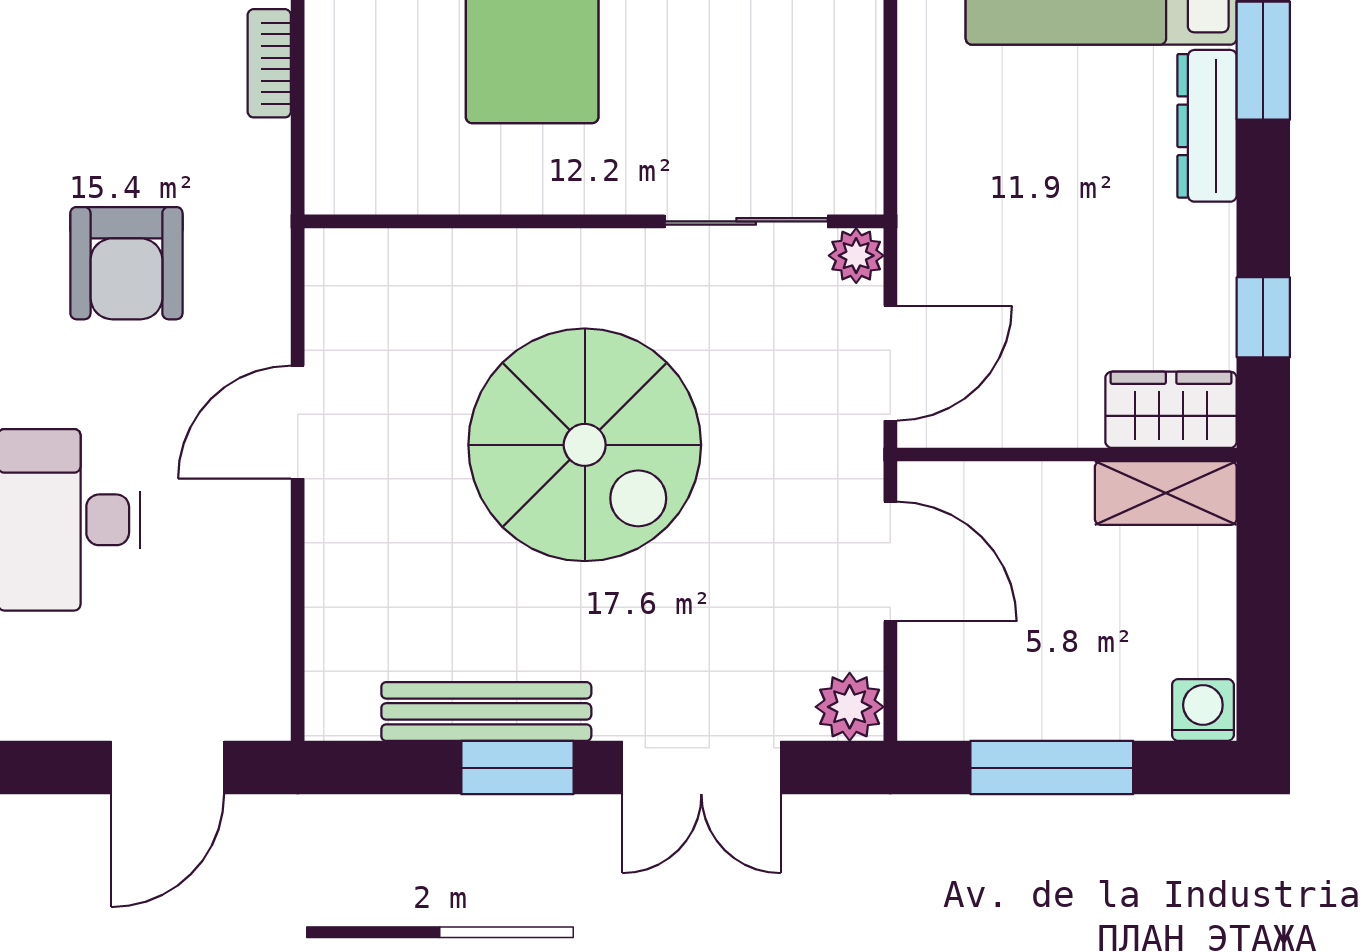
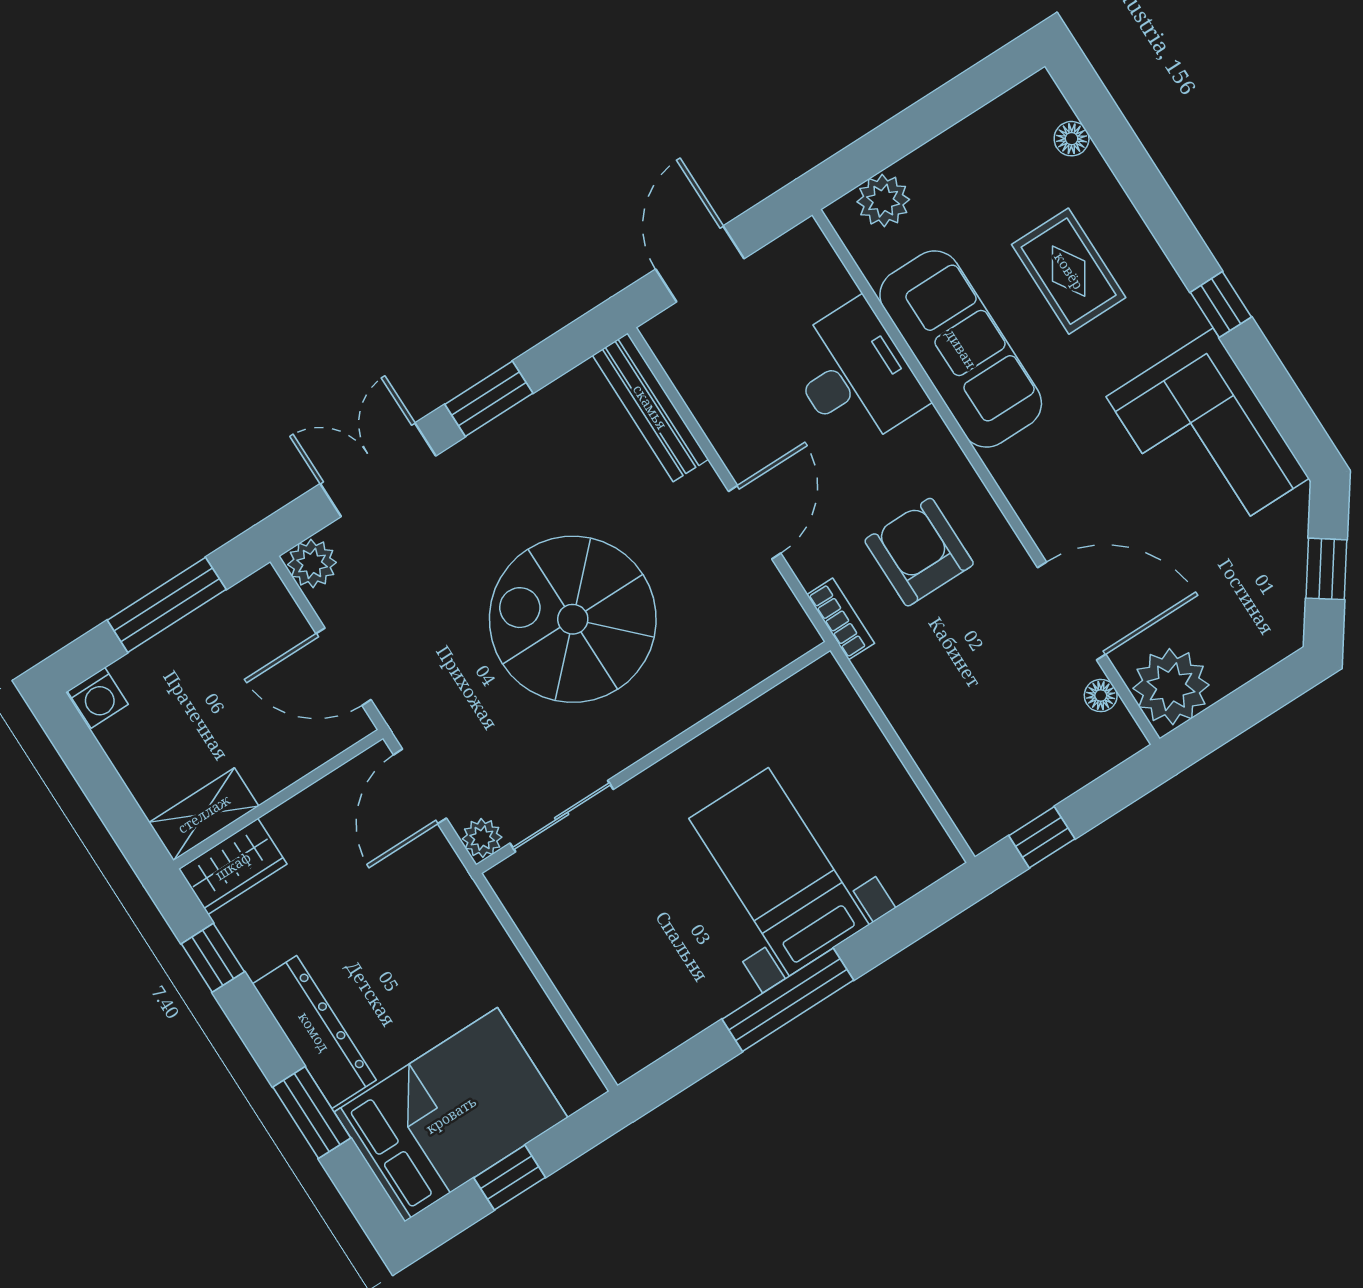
bookcase: (269, 63) -> (841, 619), moved
dresser: (1207, 126) -> (314, 1032), width x1.37, depth x1.24
bench: (486, 711) -> (650, 407), moved, turned 90

